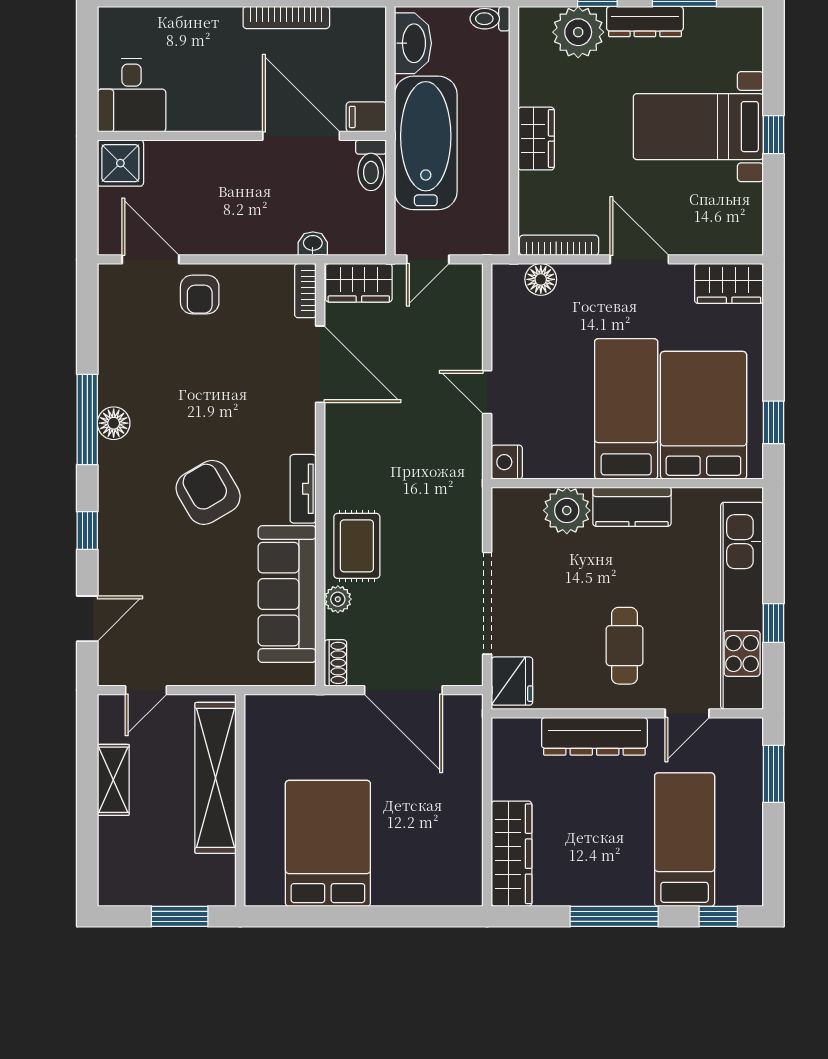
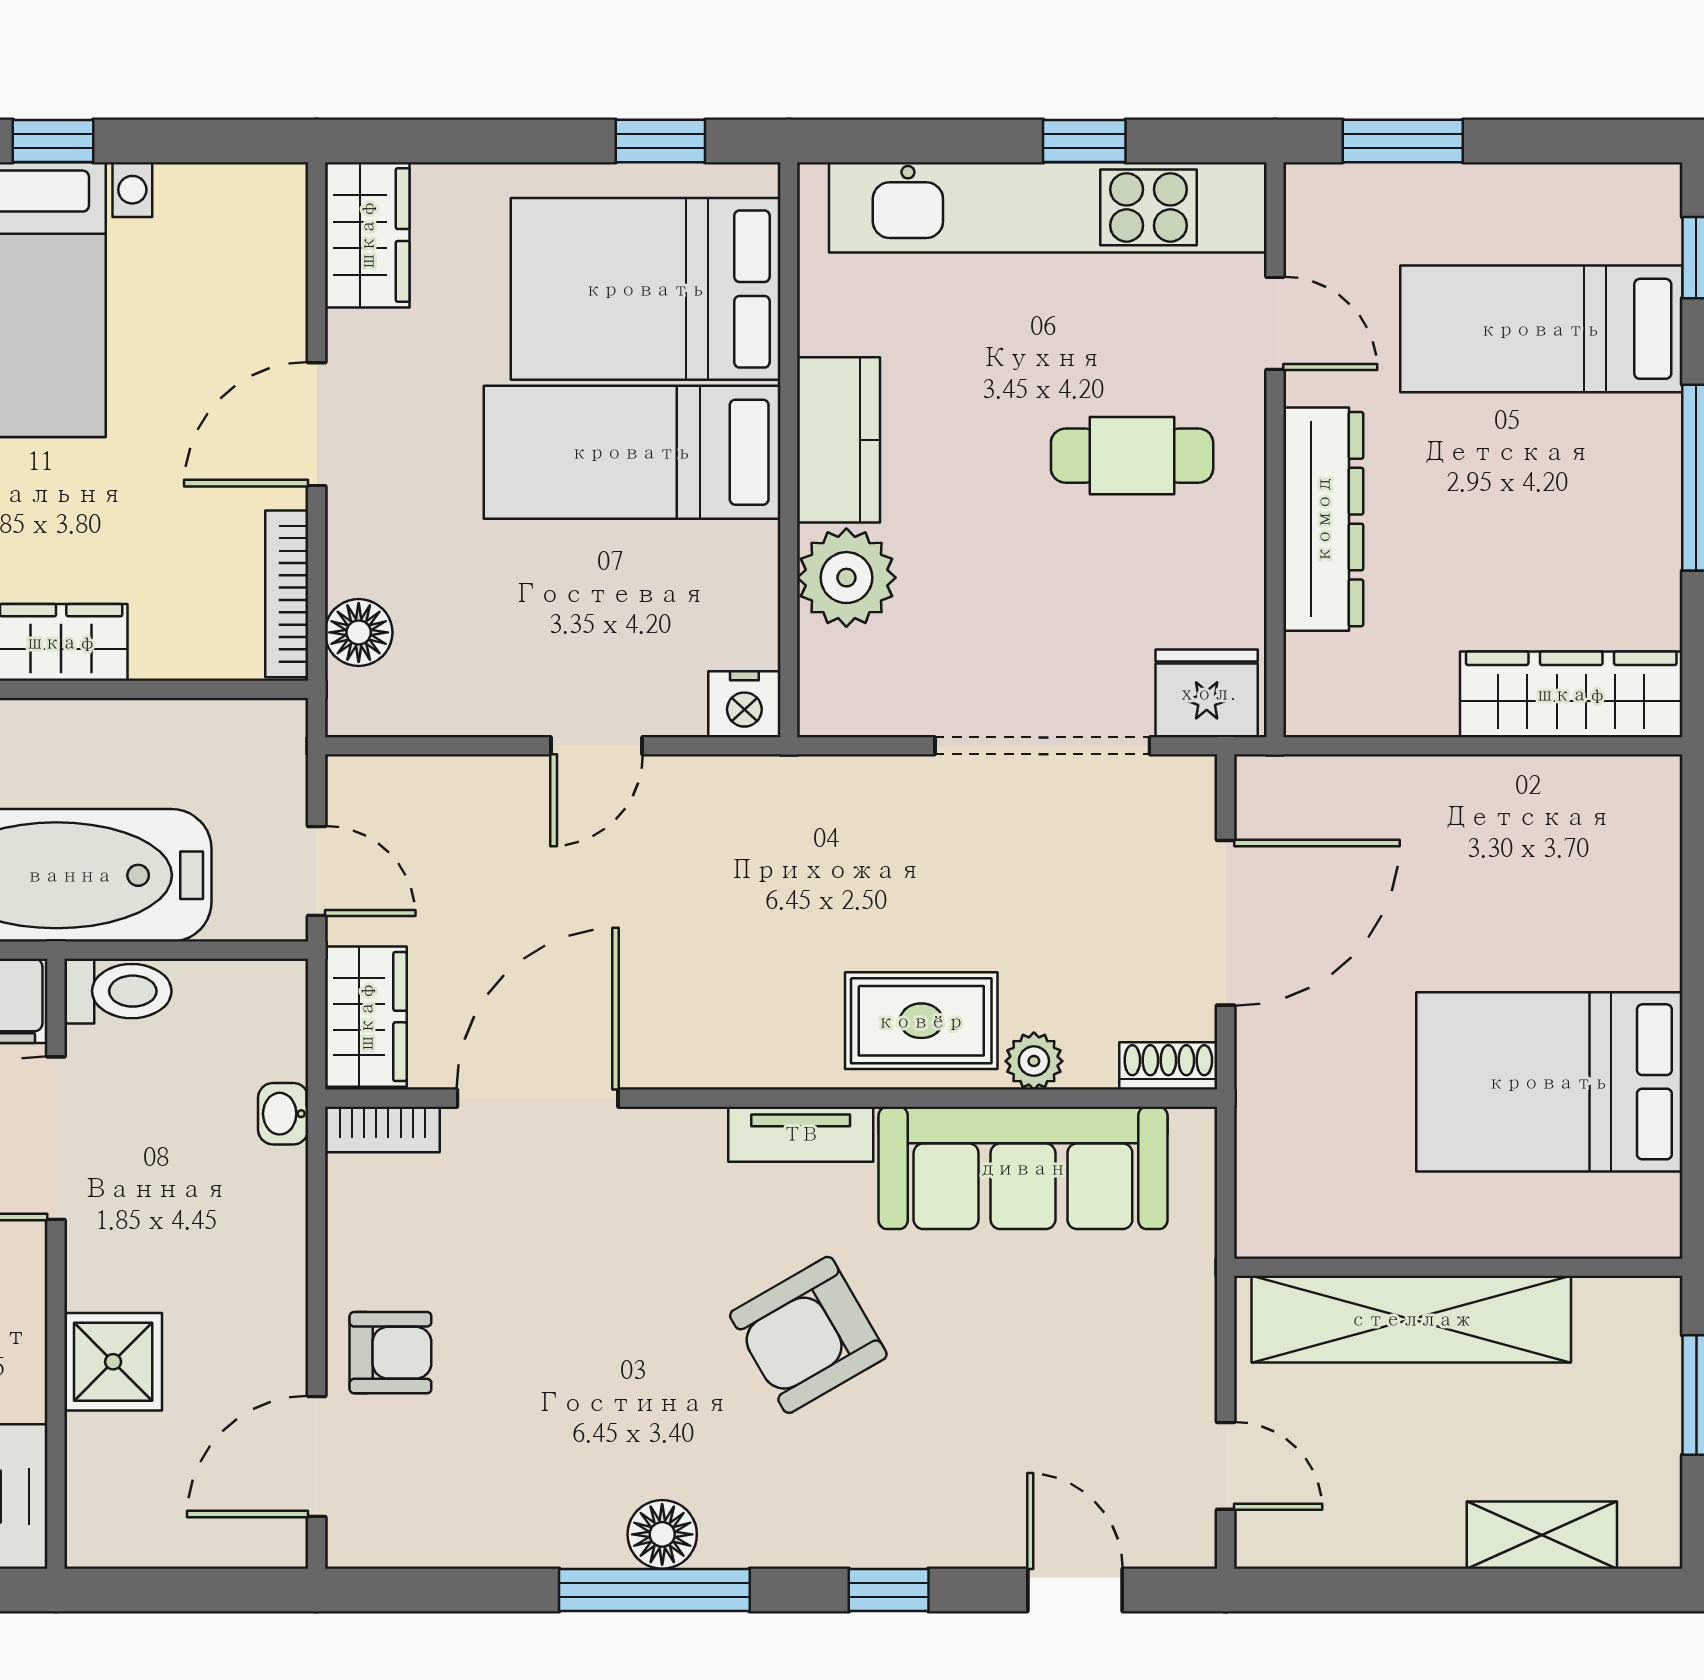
shower: (120, 163) -> (113, 1362), moved
shelving: (113, 780) -> (1542, 1535), moved

